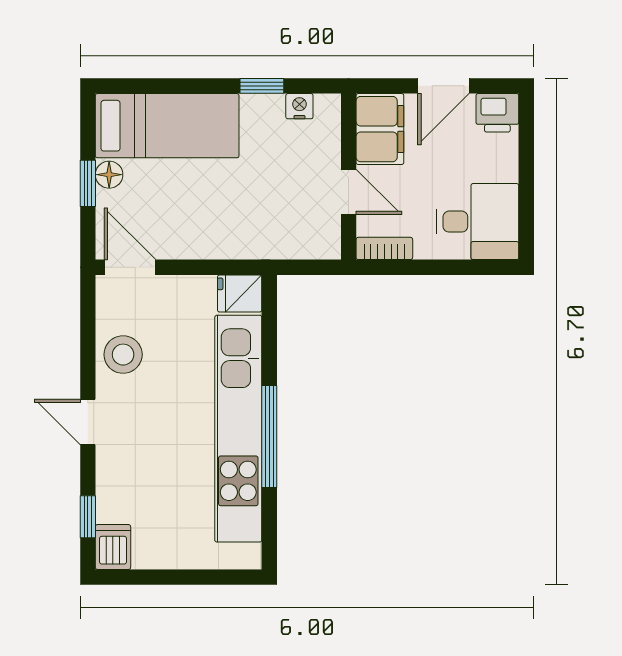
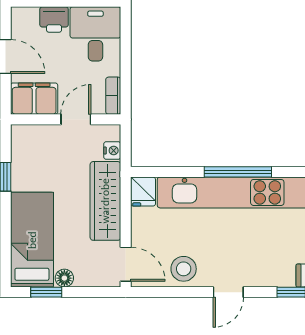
nightstand: (299, 106) -> (112, 151), moved, turned 180
printer: (497, 113) -> (54, 19), moved, turned 90
window: (88, 183) -> (46, 292), moved
wardrobe: (226, 237) -> (105, 201), added
door: (130, 267) -> (126, 264), swing flipped

